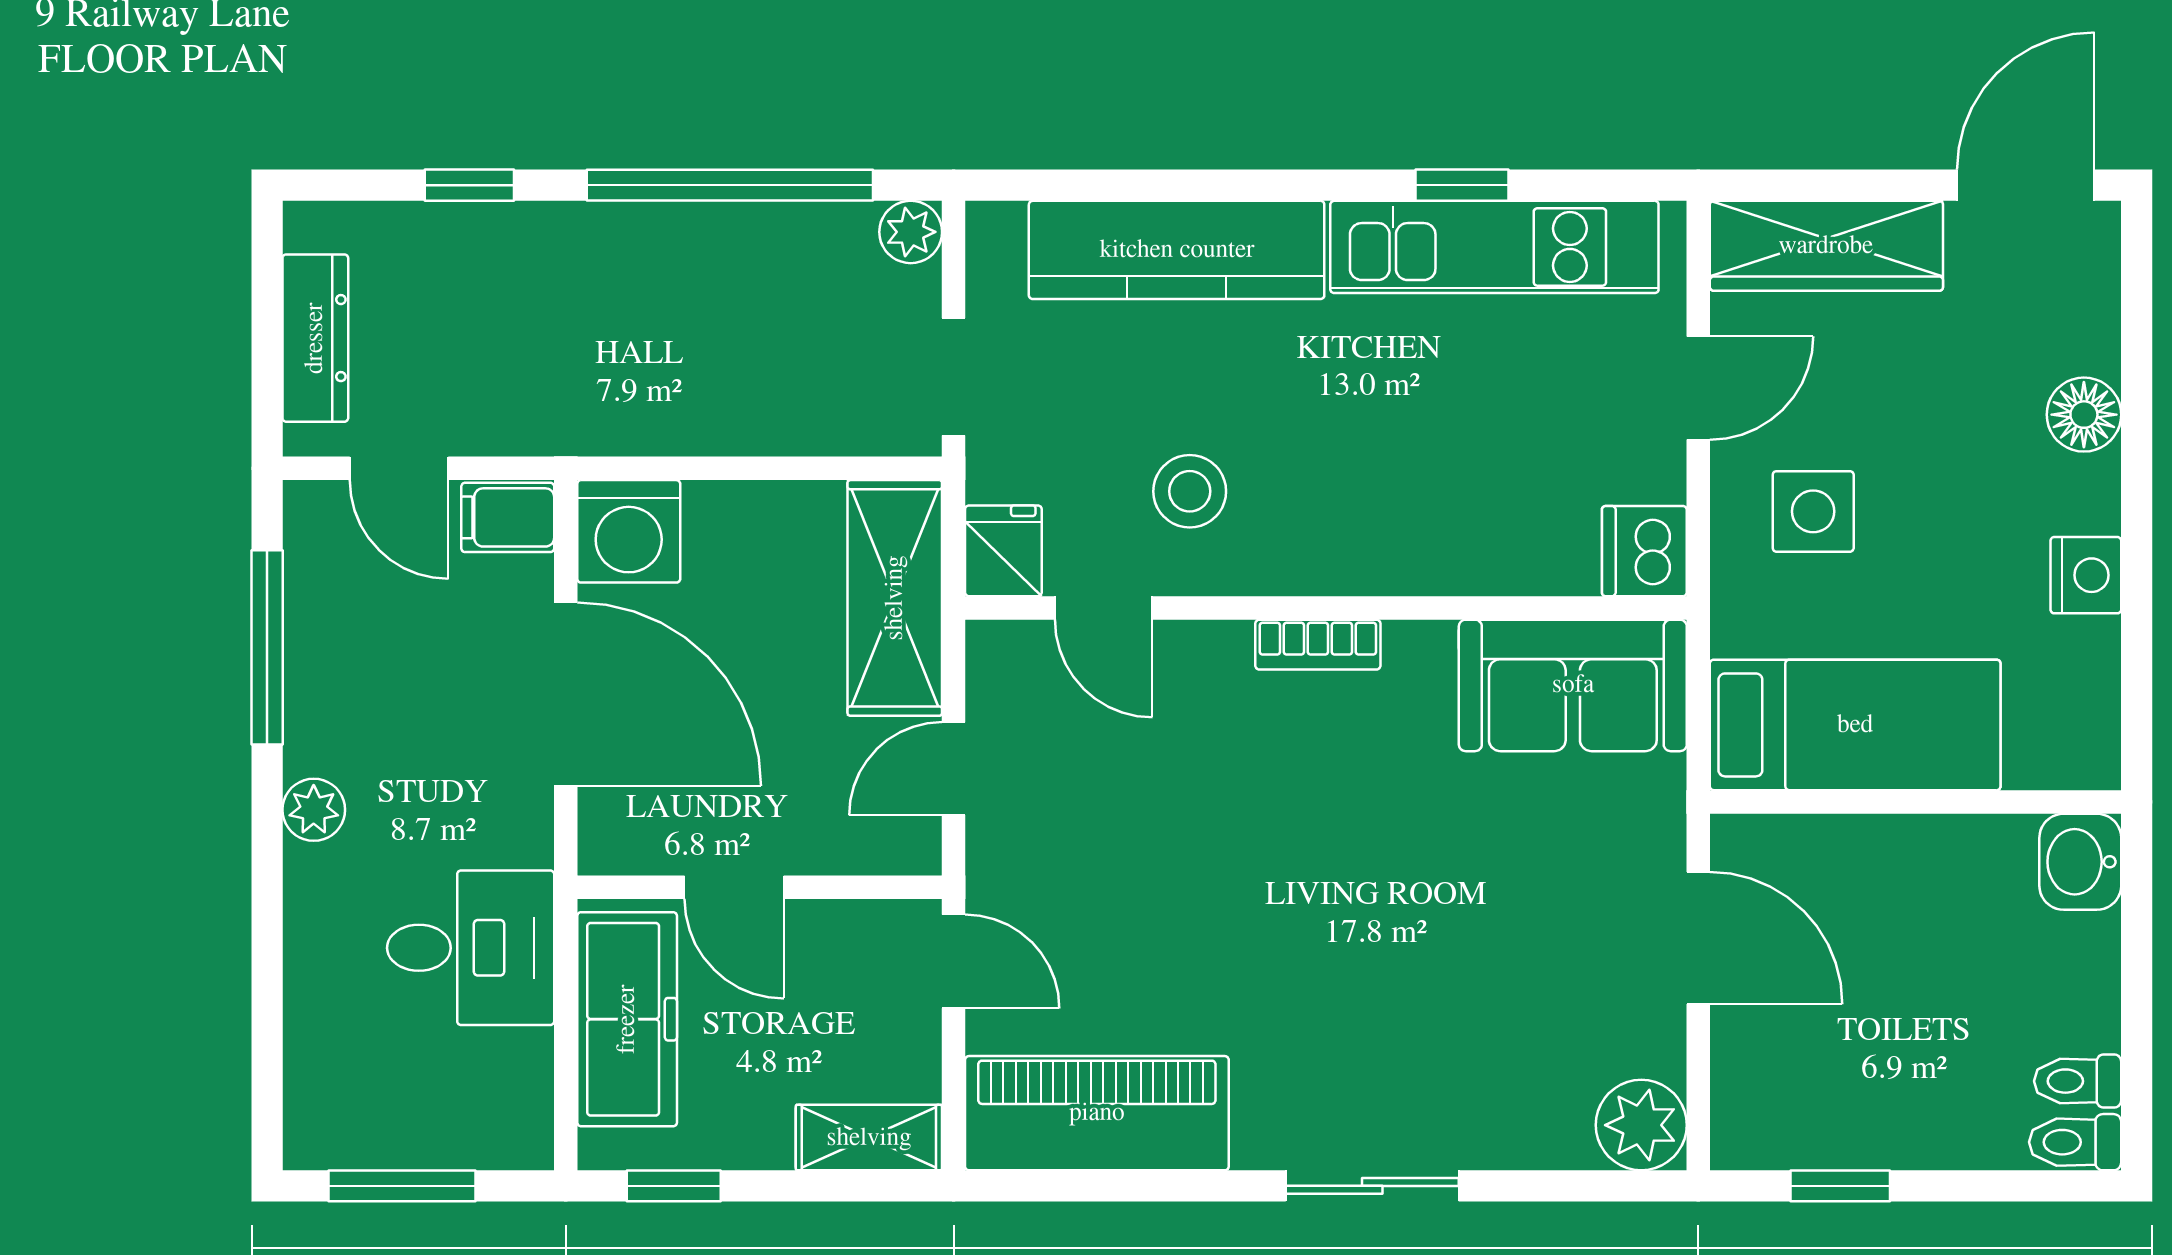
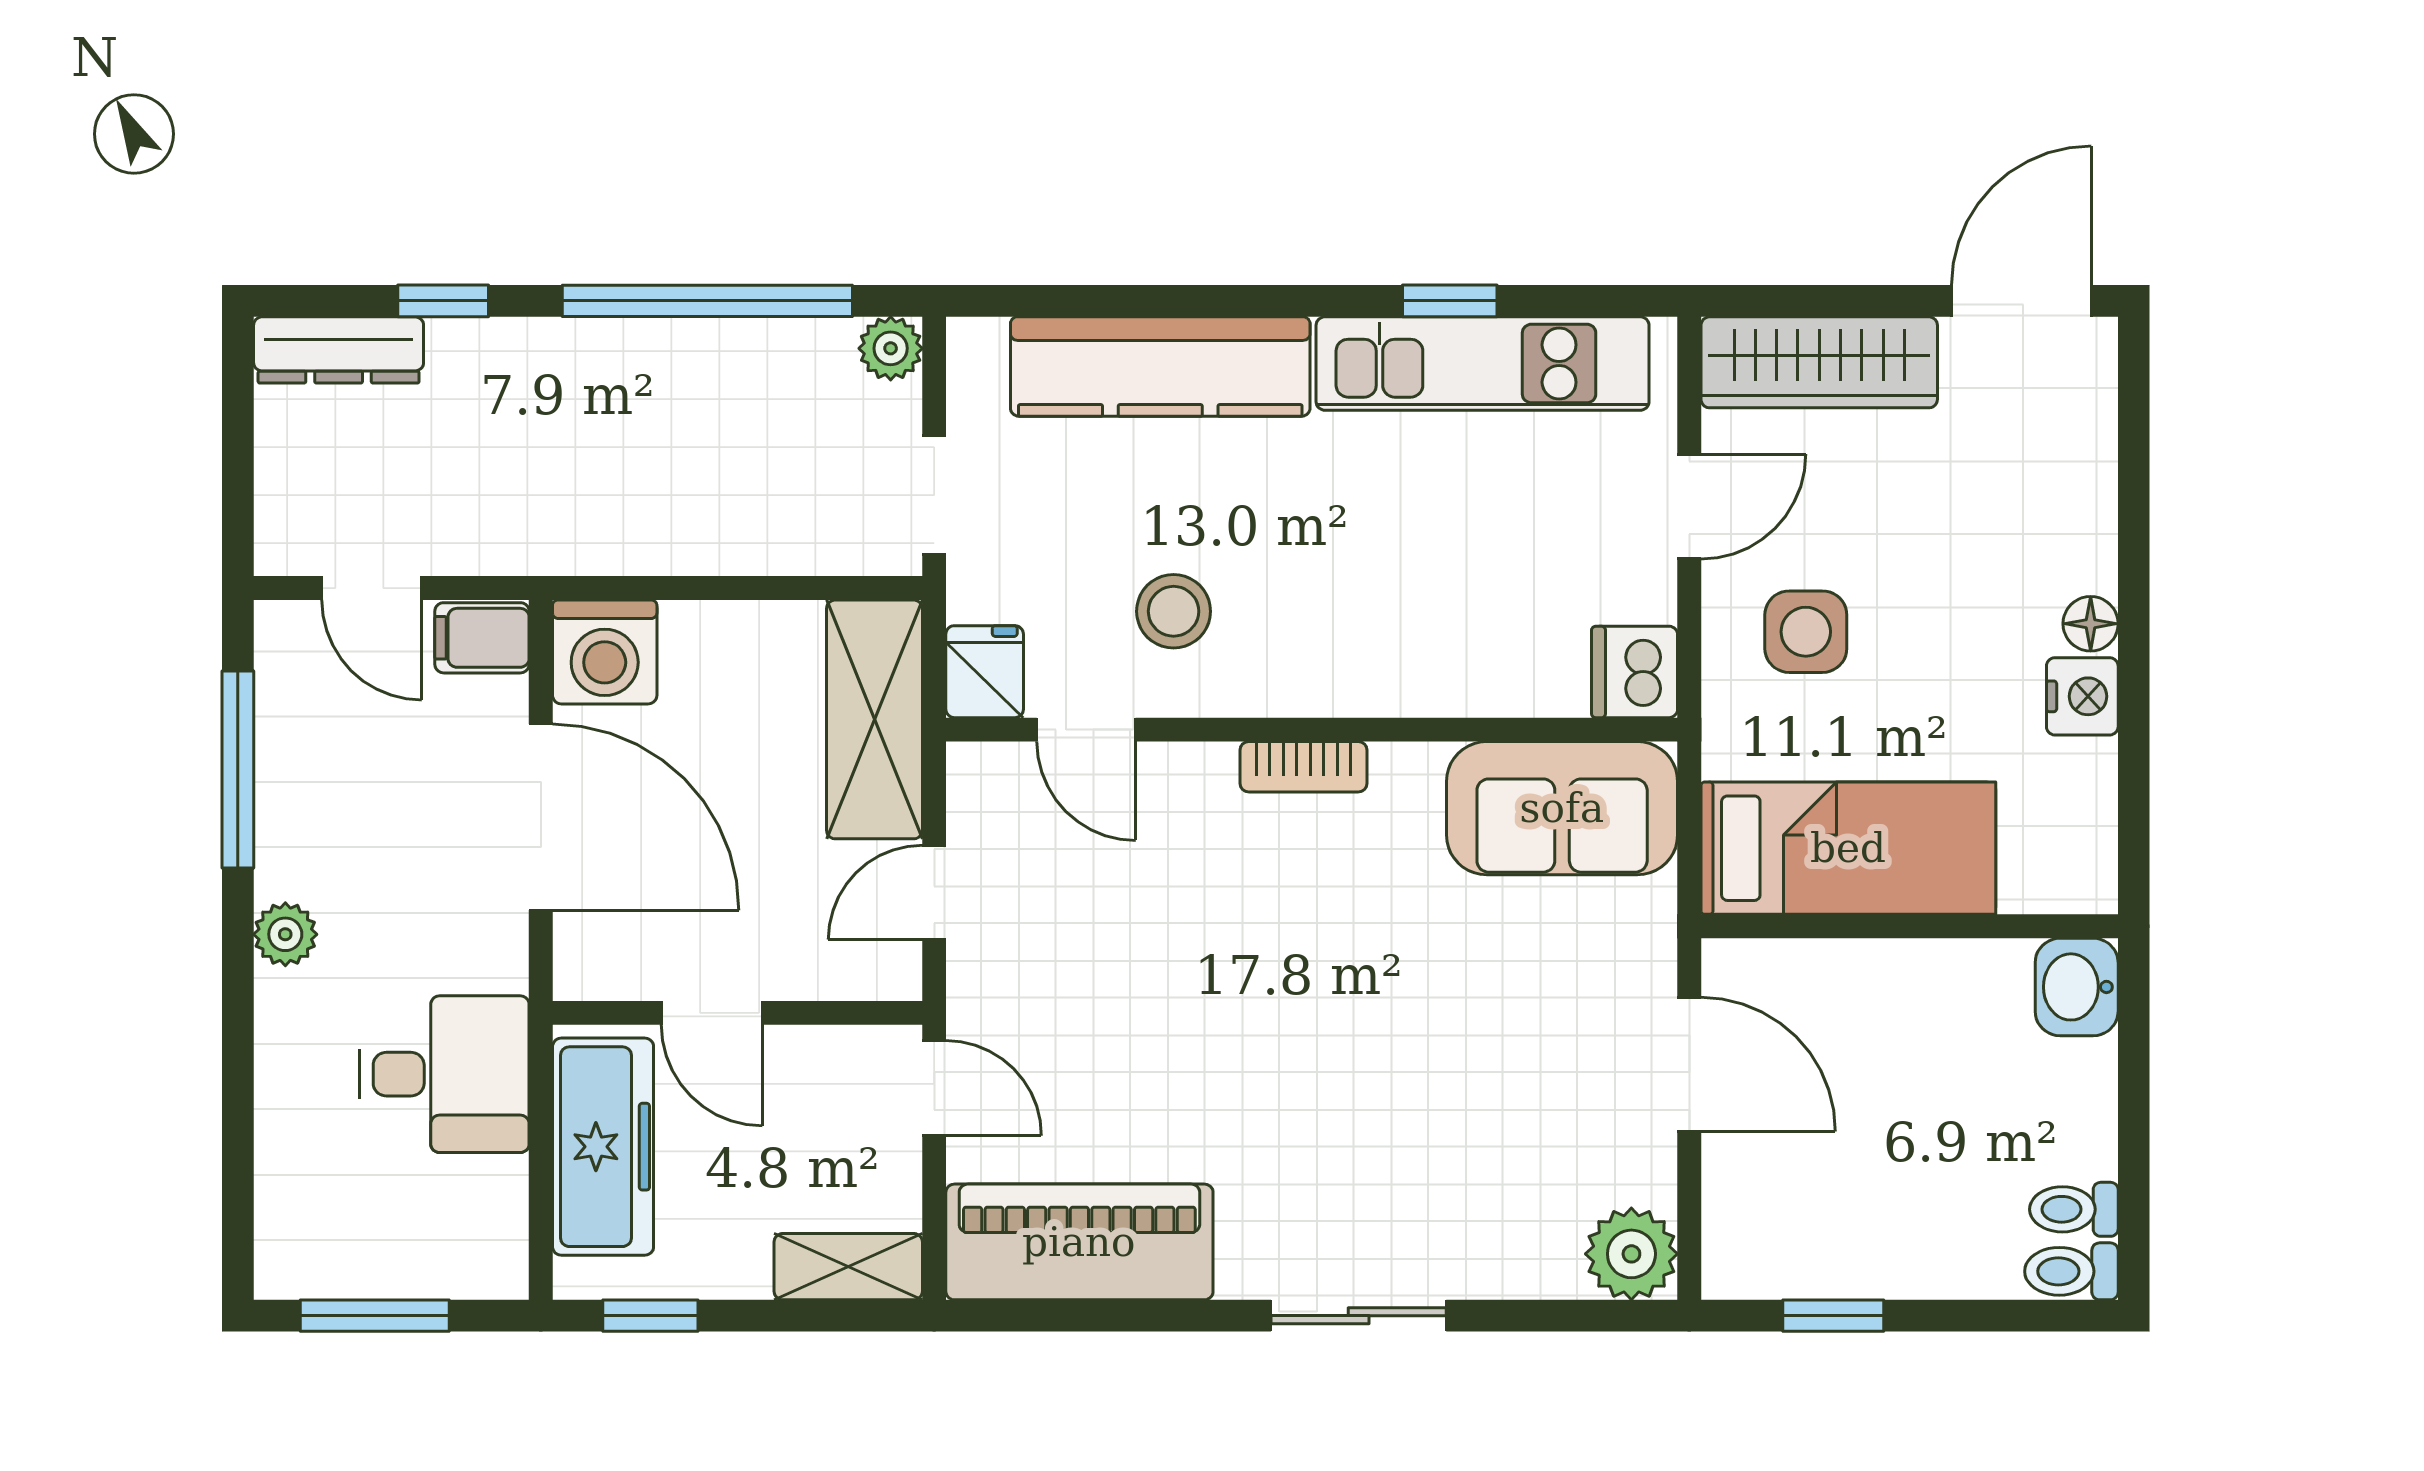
dresser: (315, 338) -> (339, 350), moved, turned 90
floor lamp: (2084, 415) -> (2091, 624), moved, width x0.73, depth x0.73

